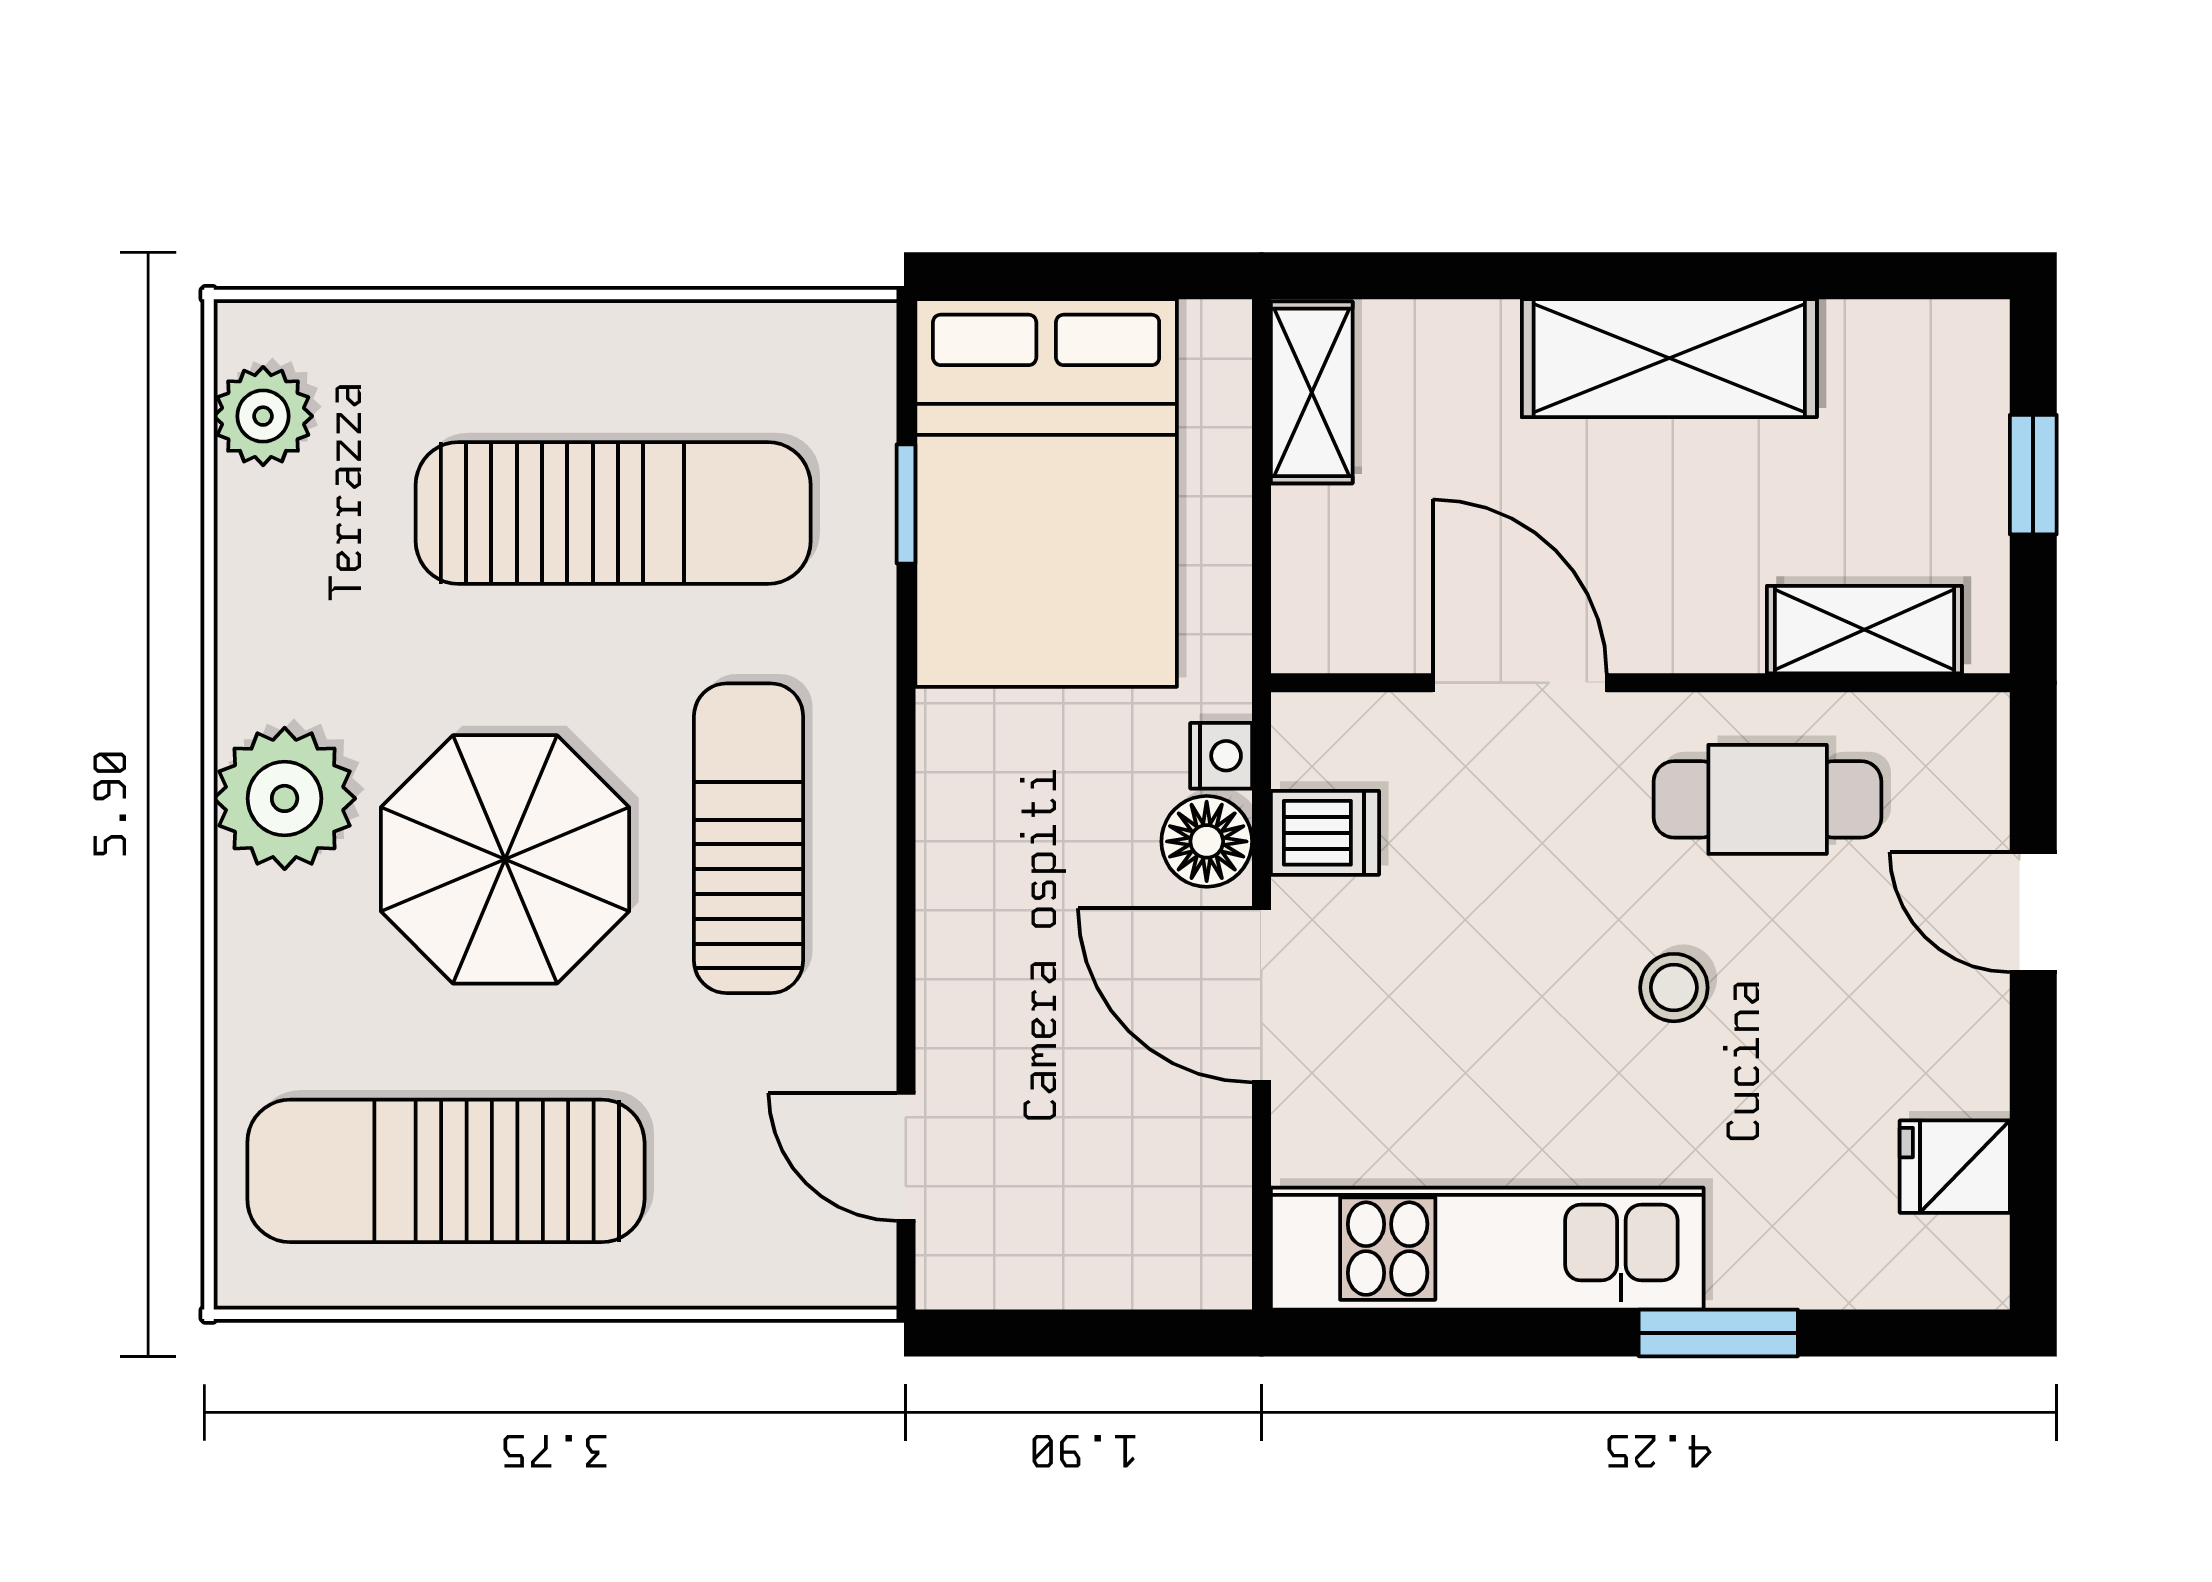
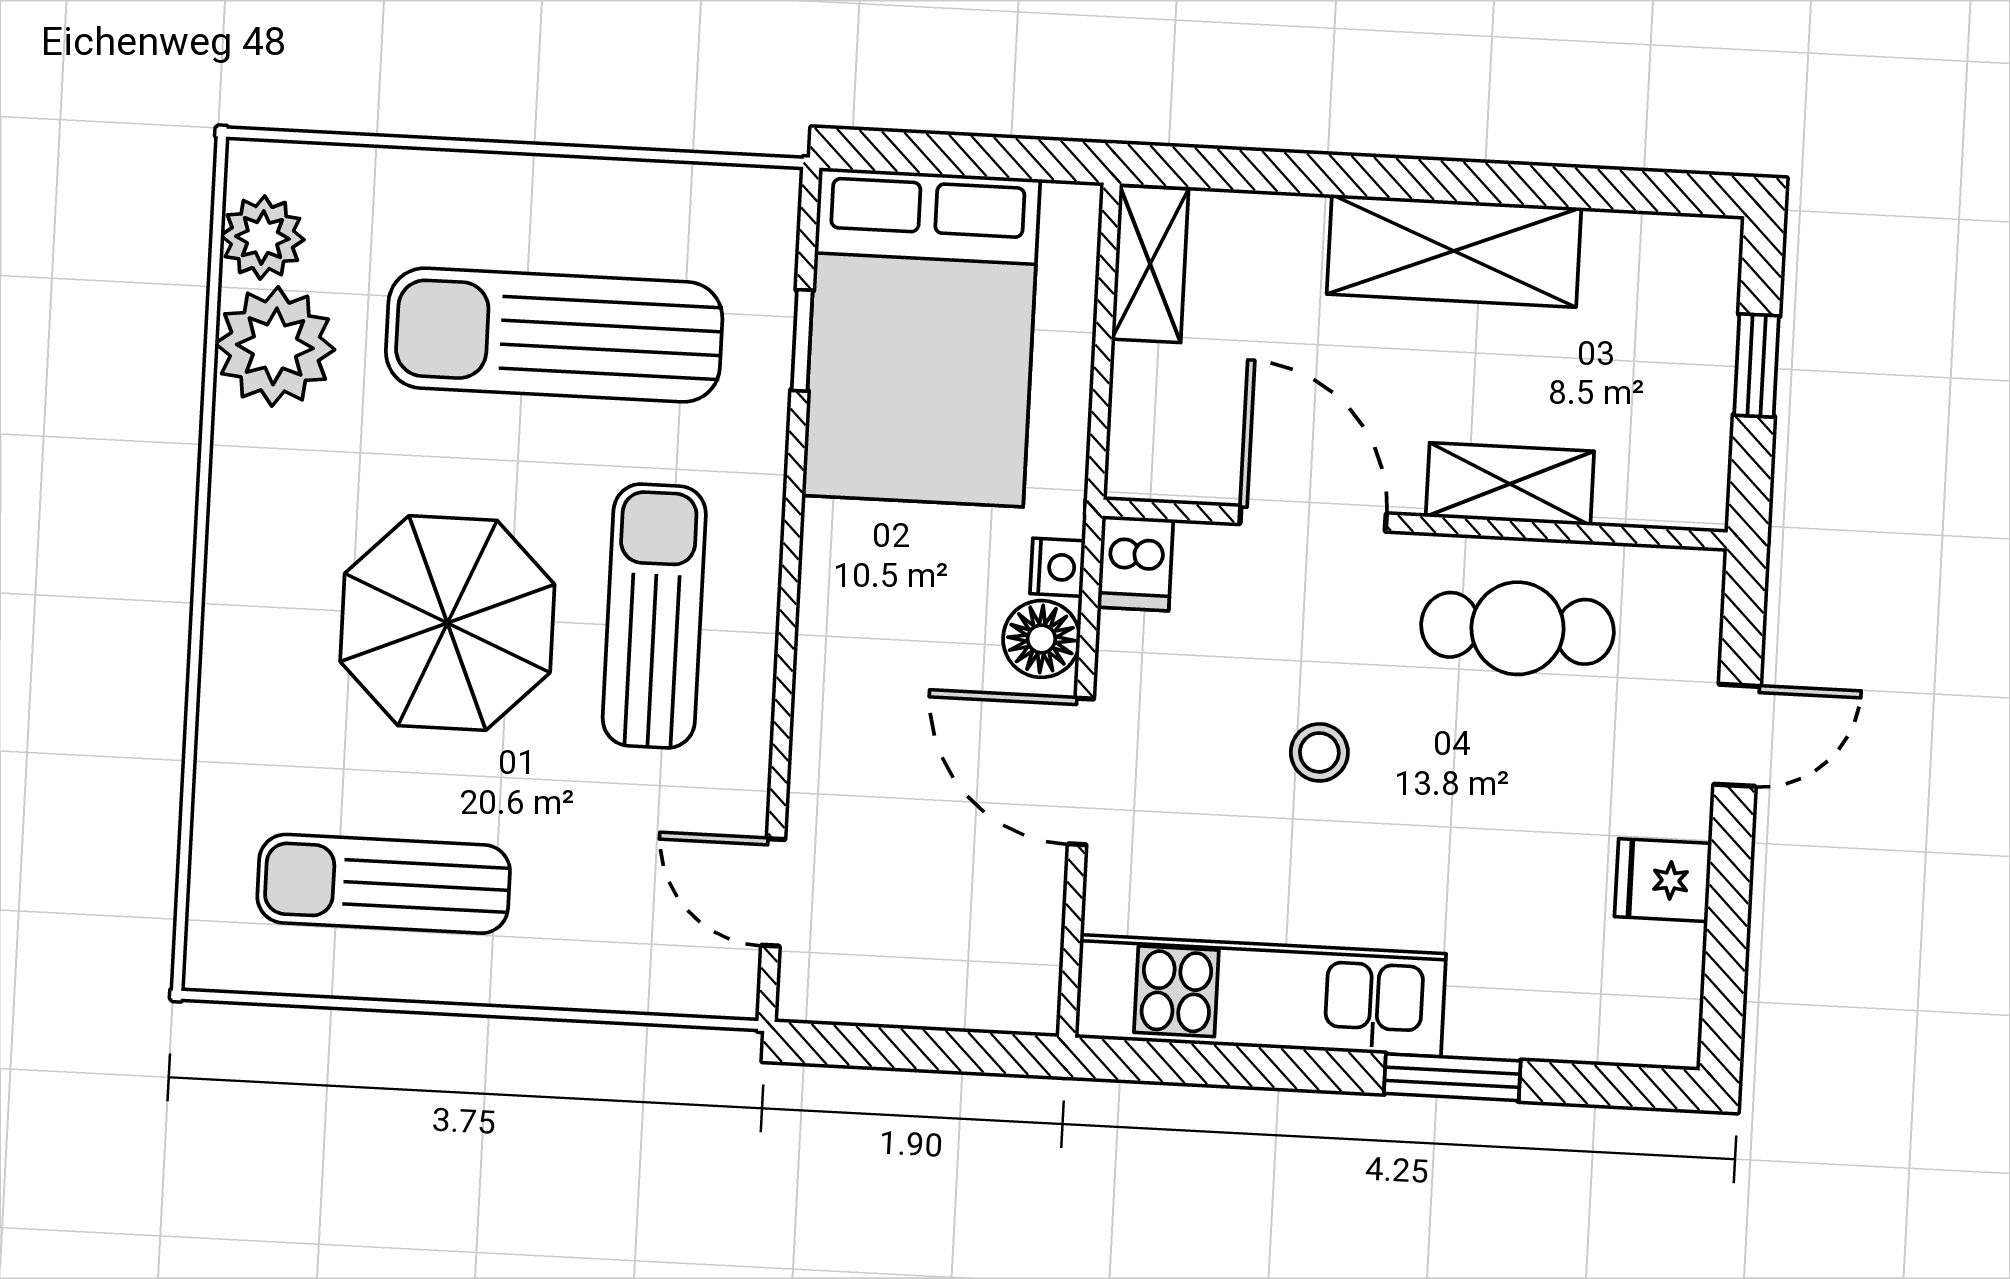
sun lounger: (613, 513) -> (554, 335), turned 180
shelving: (1864, 630) -> (1510, 484), moved
plant: (285, 798) -> (275, 346), moved
dishwasher: (1325, 833) -> (1135, 563), moved, turned 90
door: (2033, 912) -> (1737, 735), swing flipped
stool: (1674, 988) -> (1319, 752), moved
fridge: (1955, 1167) -> (1663, 880), moved
sun lounger: (446, 1171) -> (384, 884), width x0.73, depth x0.75

